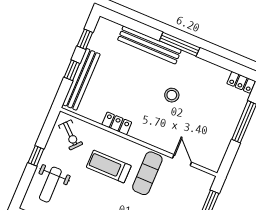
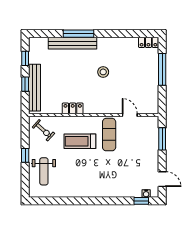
window: (180, 44) -> (79, 34), moved

